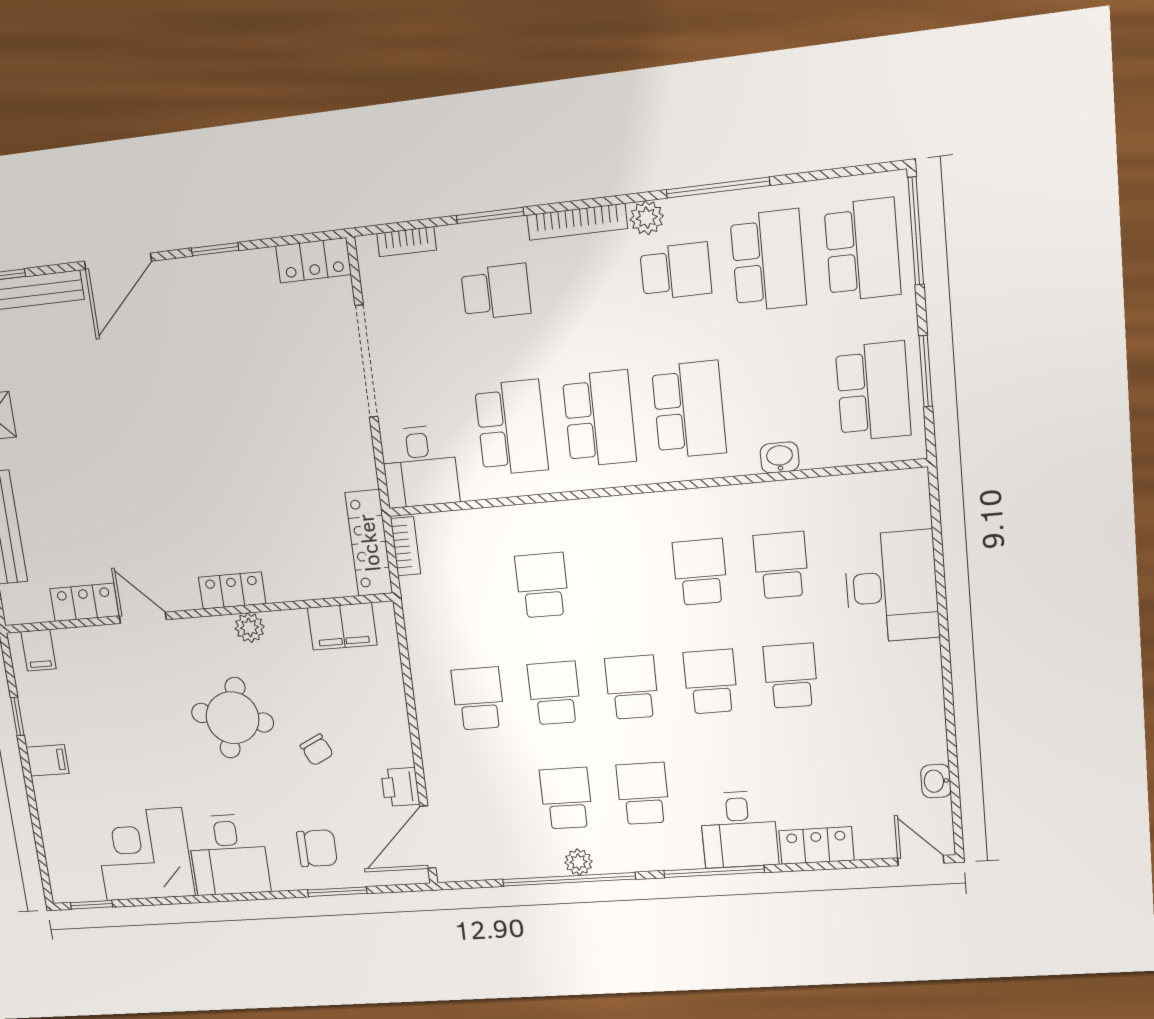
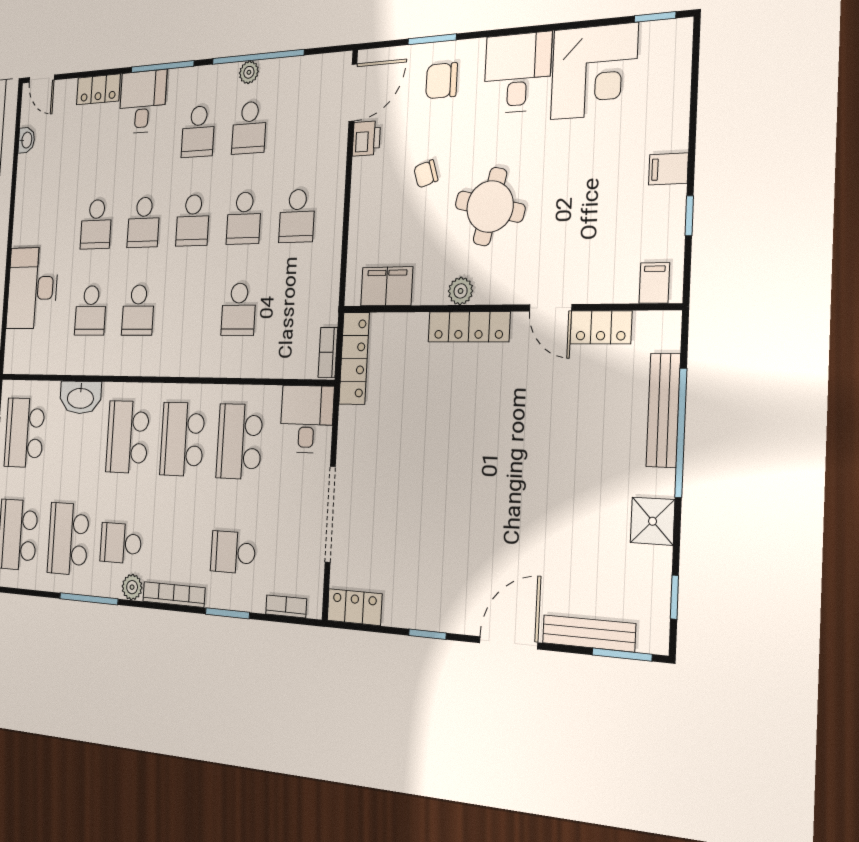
washbasin: (780, 457) -> (80, 397), width x1.91, depth x1.45
locker: (232, 590) -> (469, 327), width x1.53
chair: (317, 750) -> (426, 174), turned -82

